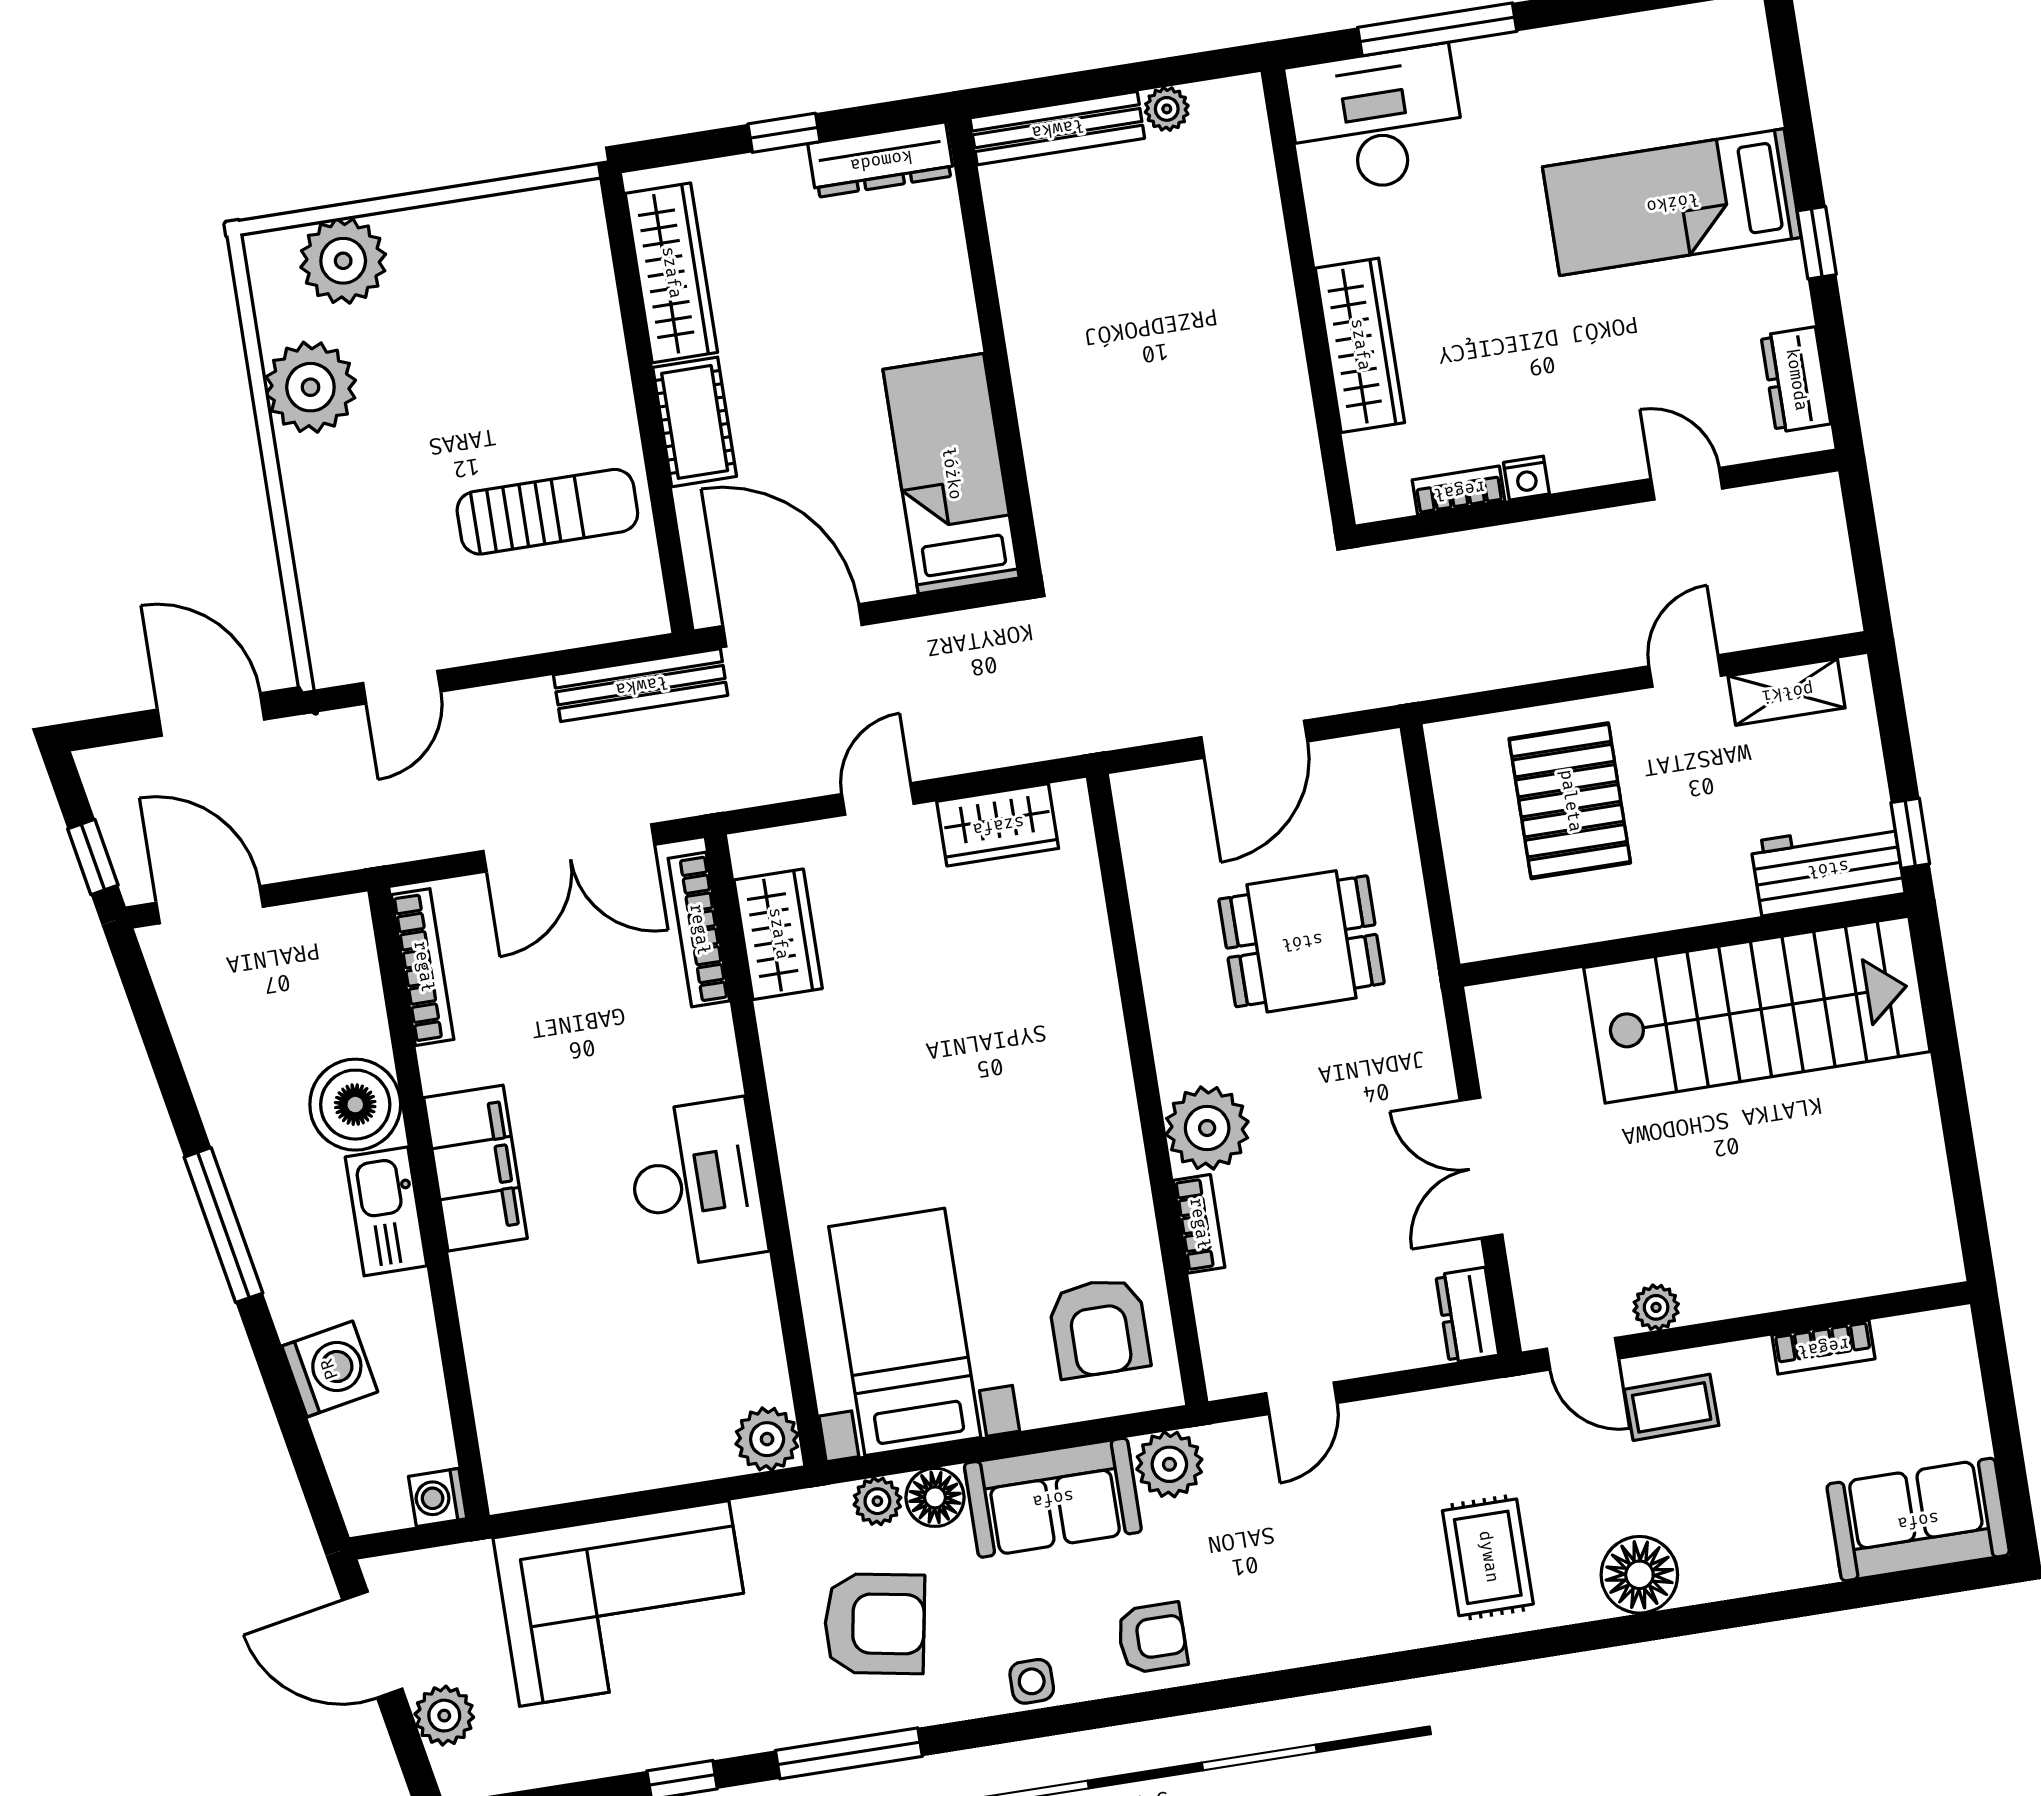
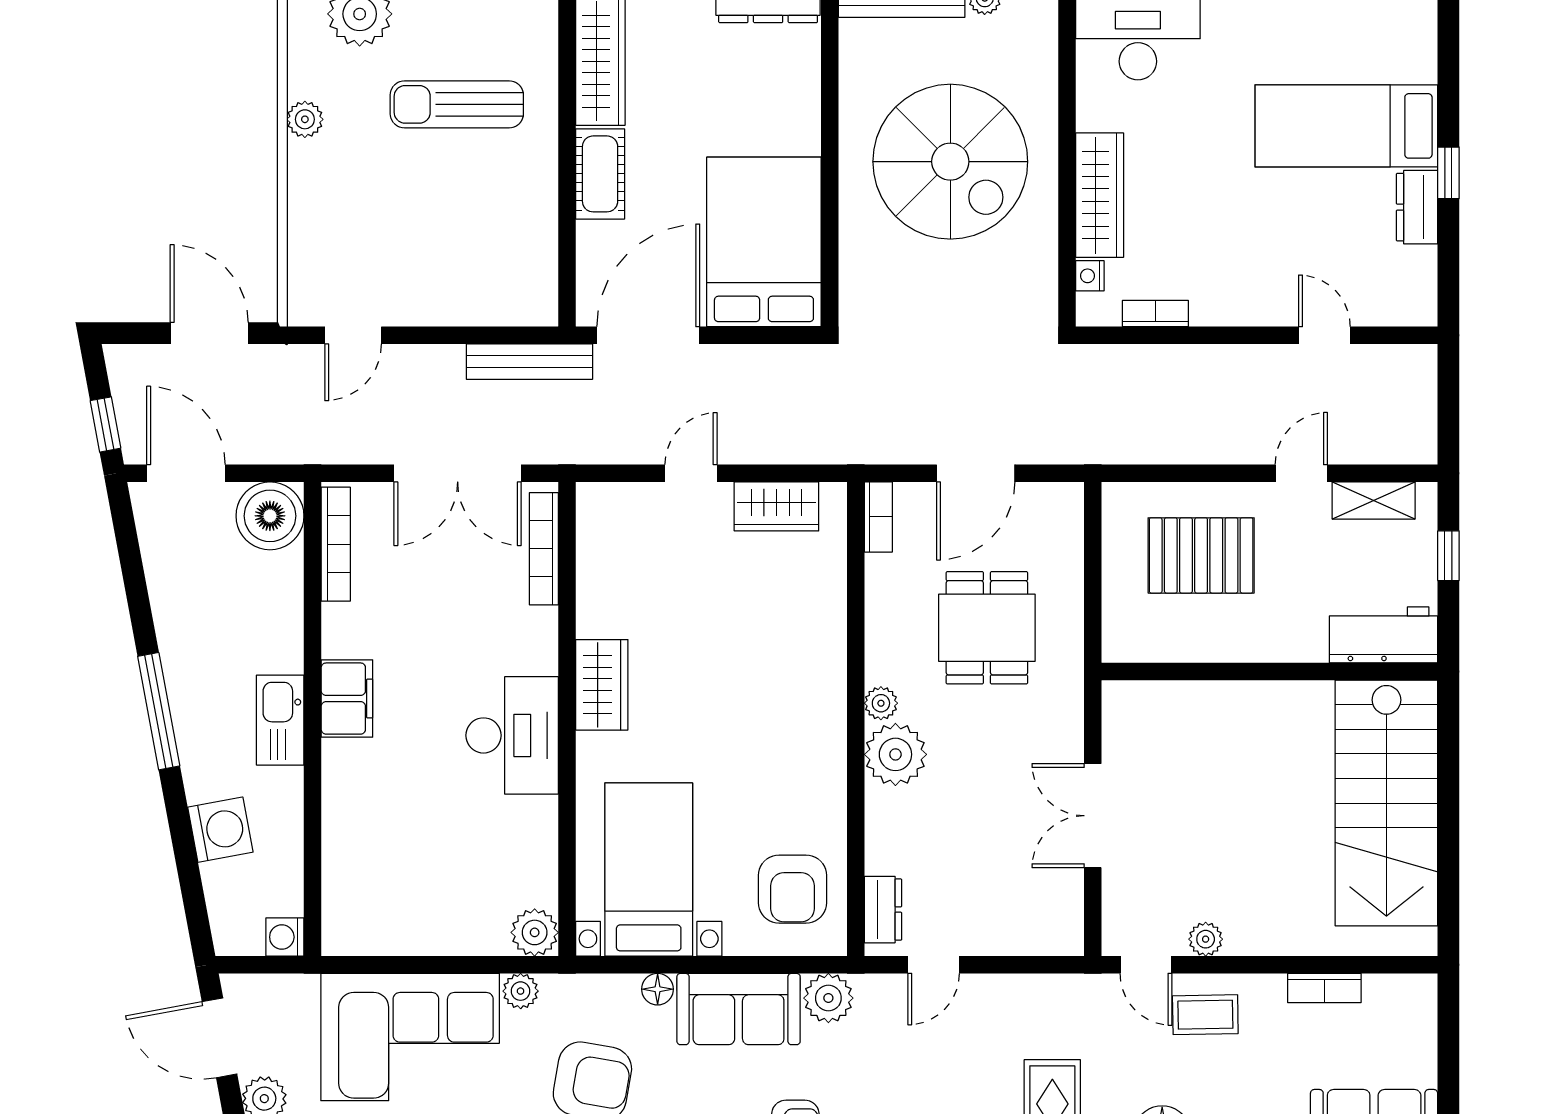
spiral stairs: (1155, 332) -> (950, 162), added
dresser: (1796, 380) -> (1417, 207), moved
plant: (310, 387) -> (305, 119), width x0.53, depth x0.53
bed: (951, 474) -> (764, 242), width x1.50
nightstand: (1526, 478) -> (1090, 276), moved, turned 90
sun lounger: (547, 512) -> (457, 104), moved, turned 180
door: (792, 625) -> (648, 335), hinge flipped
pallet: (1570, 801) -> (1201, 555), turned 90
window: (1910, 833) -> (1448, 556), moved
wardrobe: (778, 934) -> (602, 685), moved
dining table: (1302, 941) -> (987, 628), turned 90
stairs: (1757, 1010) -> (1386, 803), moved, turned 90
plant: (1177, 1063) -> (881, 703), added
boiler: (355, 1105) -> (270, 516), moved
filing cabinet: (475, 1168) -> (347, 699), width x0.67, depth x0.86
bookcase: (1199, 1224) -> (878, 517), moved
dresser: (1467, 1315) -> (883, 910), moved, turned 180
floor lamp: (935, 1497) -> (658, 989), width x0.73, depth x0.73
plant: (877, 1501) -> (521, 991), moved

